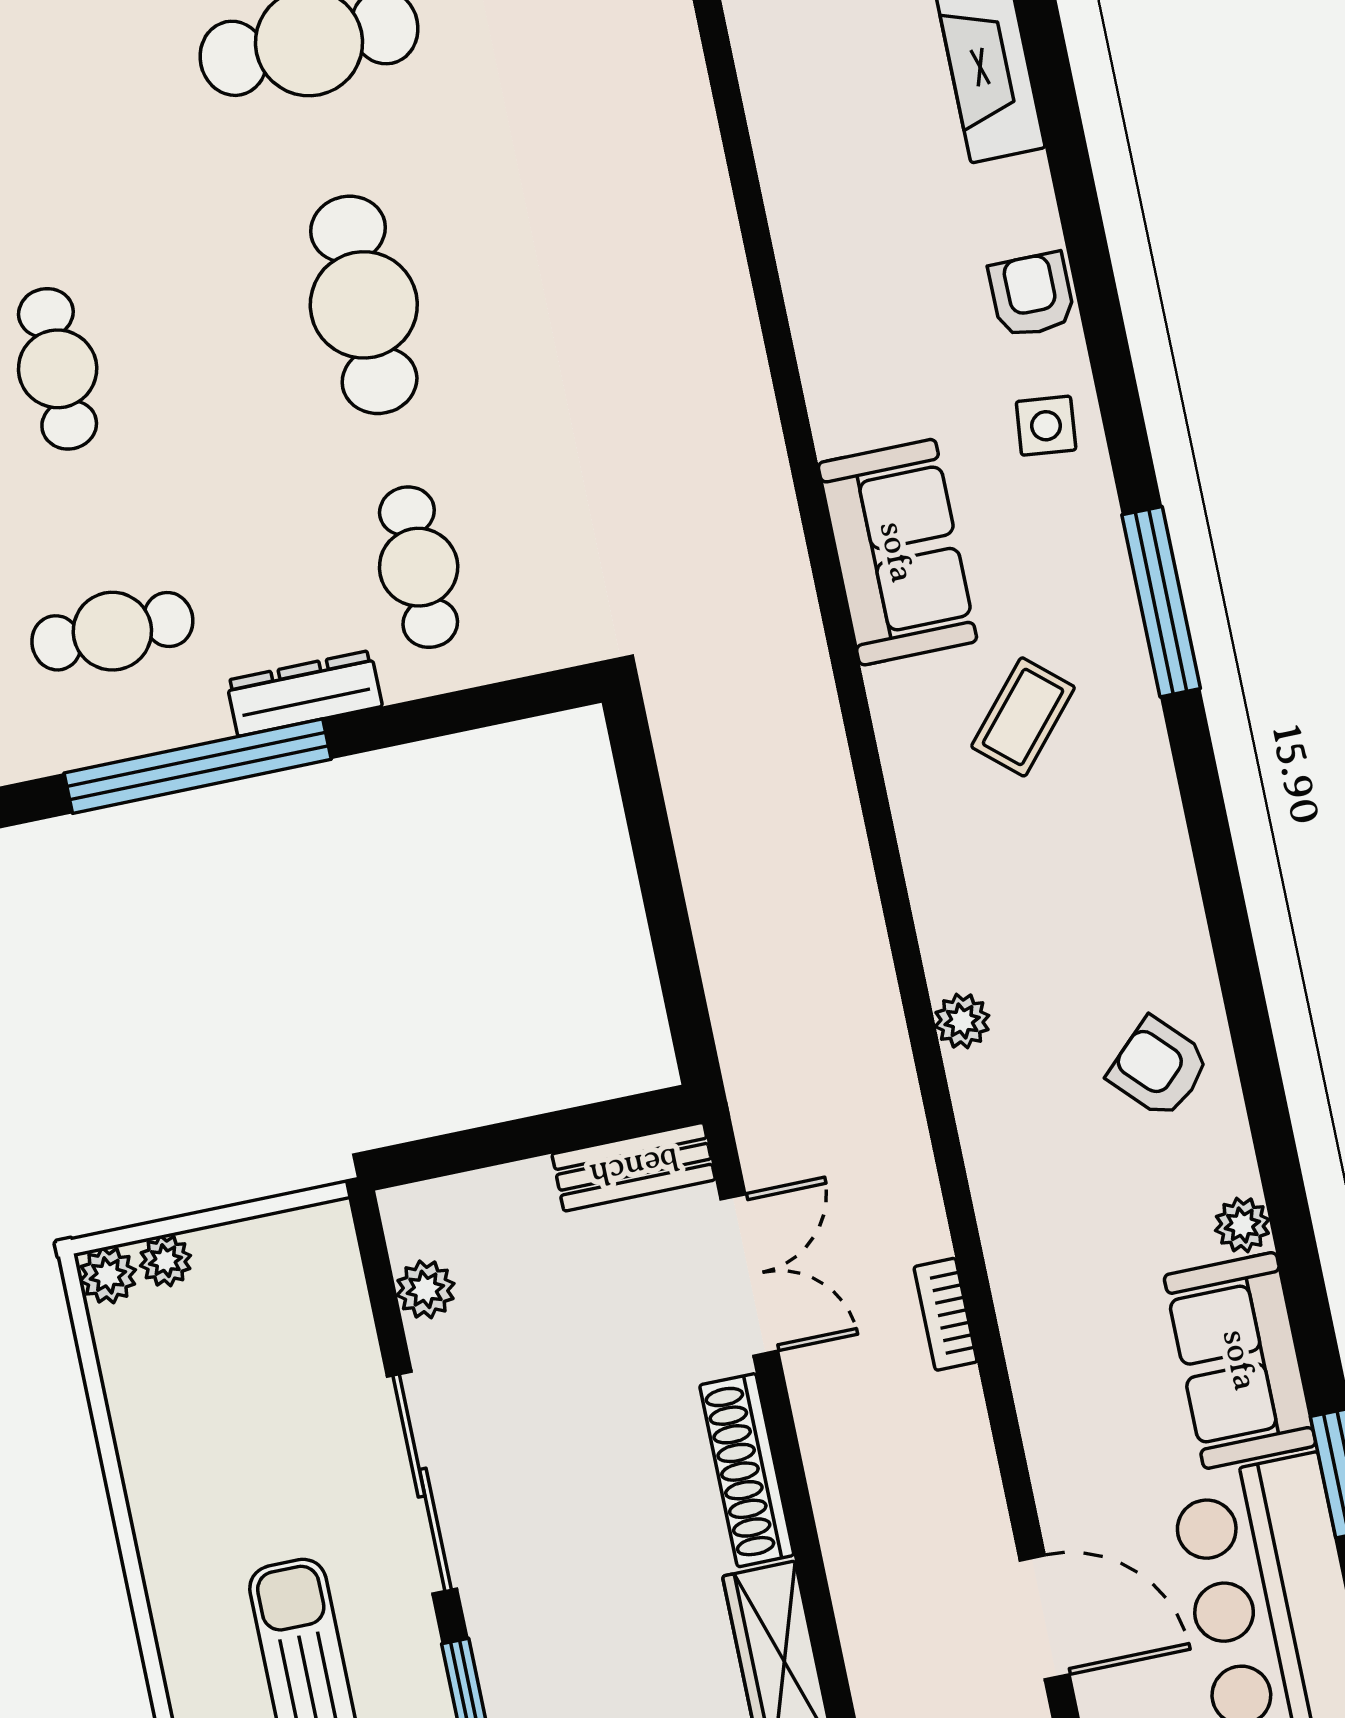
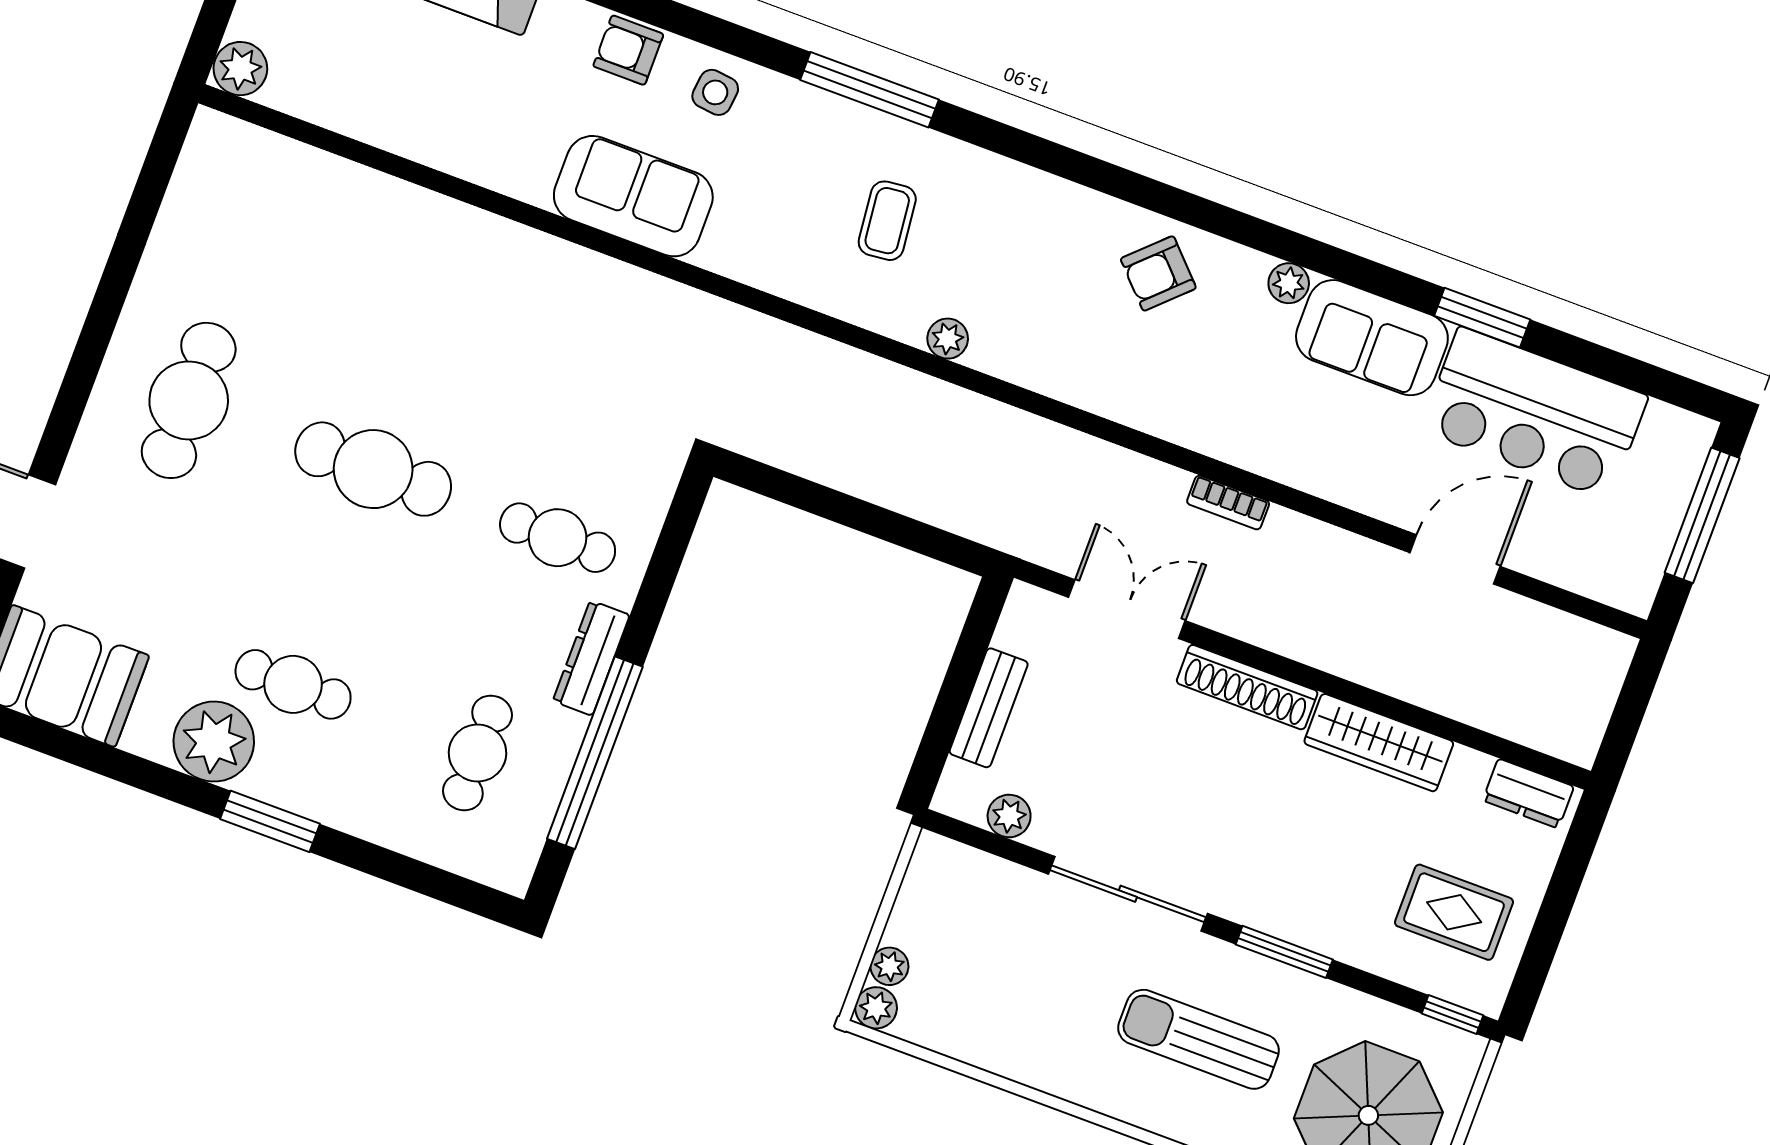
sofa: (897, 552) -> (633, 196), moved
coffee table: (1023, 717) -> (887, 221), turned 43
plant: (962, 1021) -> (948, 339), moved
bench: (634, 1167) -> (989, 708), moved

